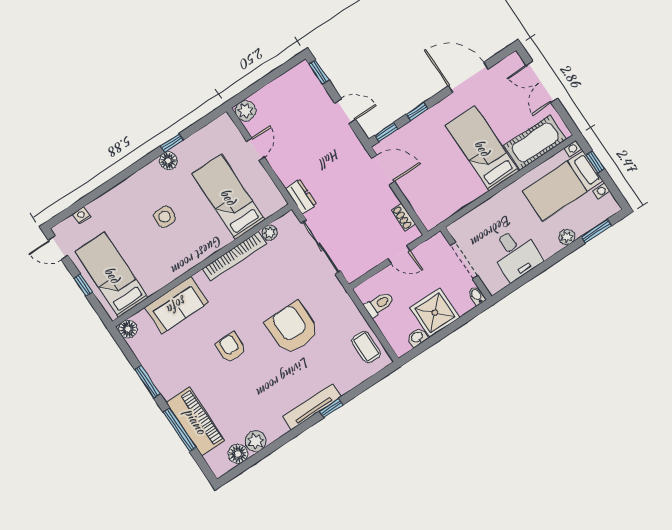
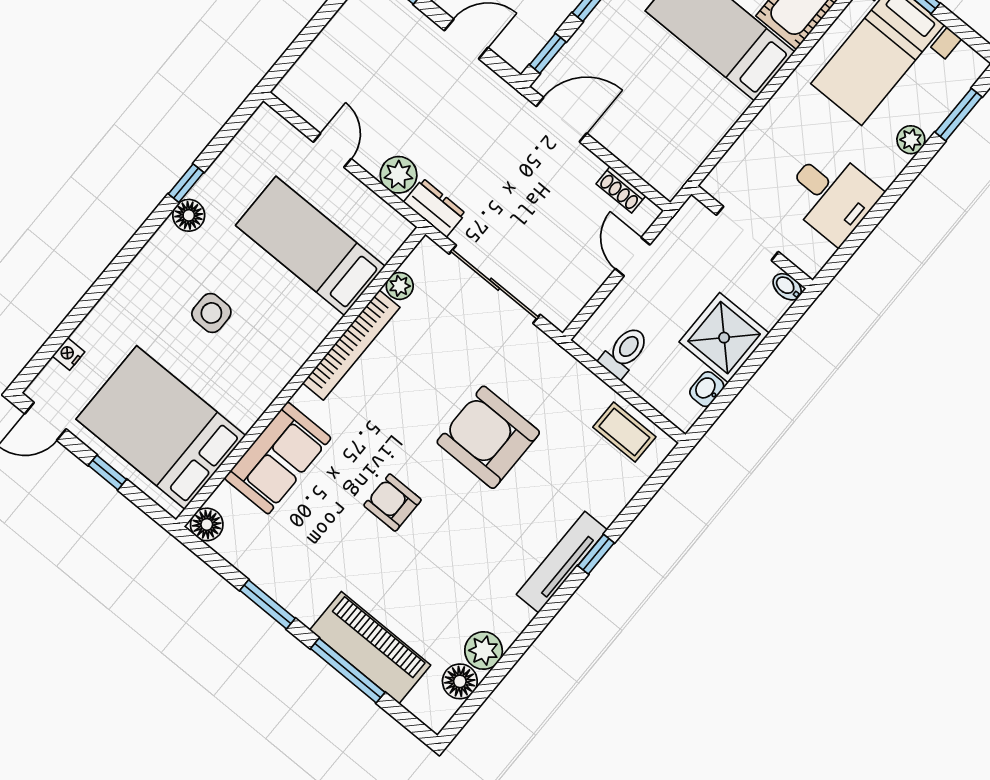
plant: (246, 111) -> (399, 175), moved
door: (399, 255) -> (633, 257), swing flipped
bed: (112, 275) -> (161, 427), width x1.50

